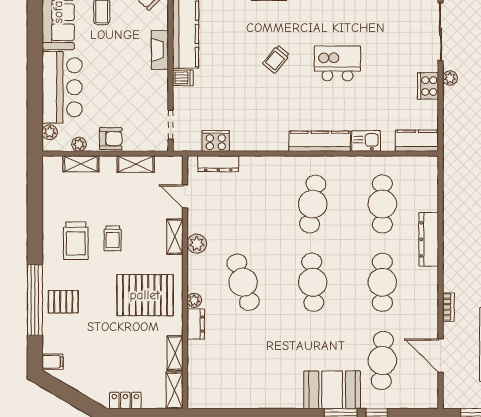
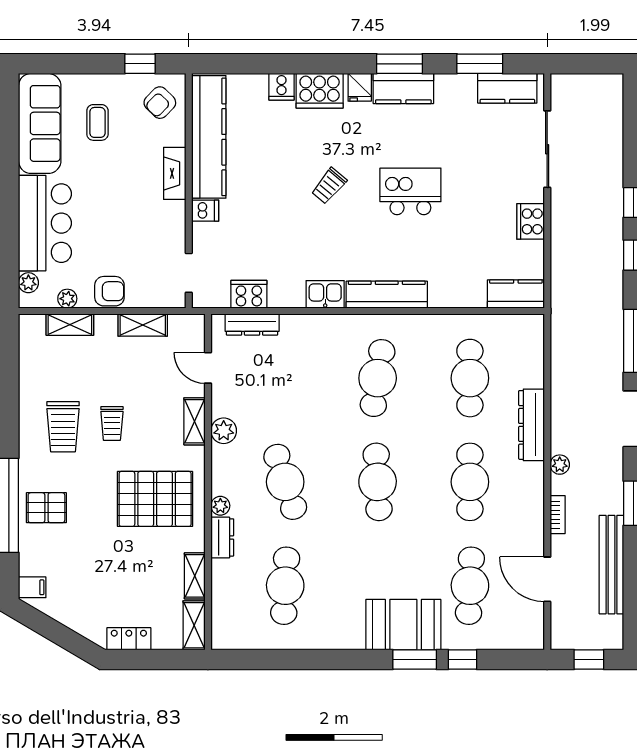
plant: (450, 78) -> (560, 465), moved
kitchen sink: (366, 141) -> (325, 294), moved
cafe table: (243, 360) -> (285, 586), added

